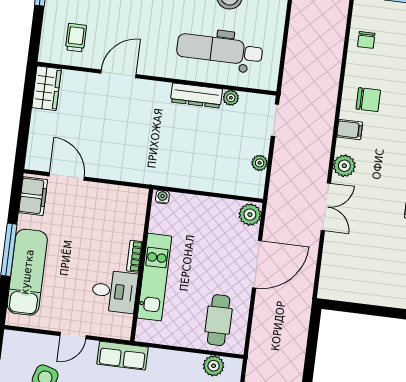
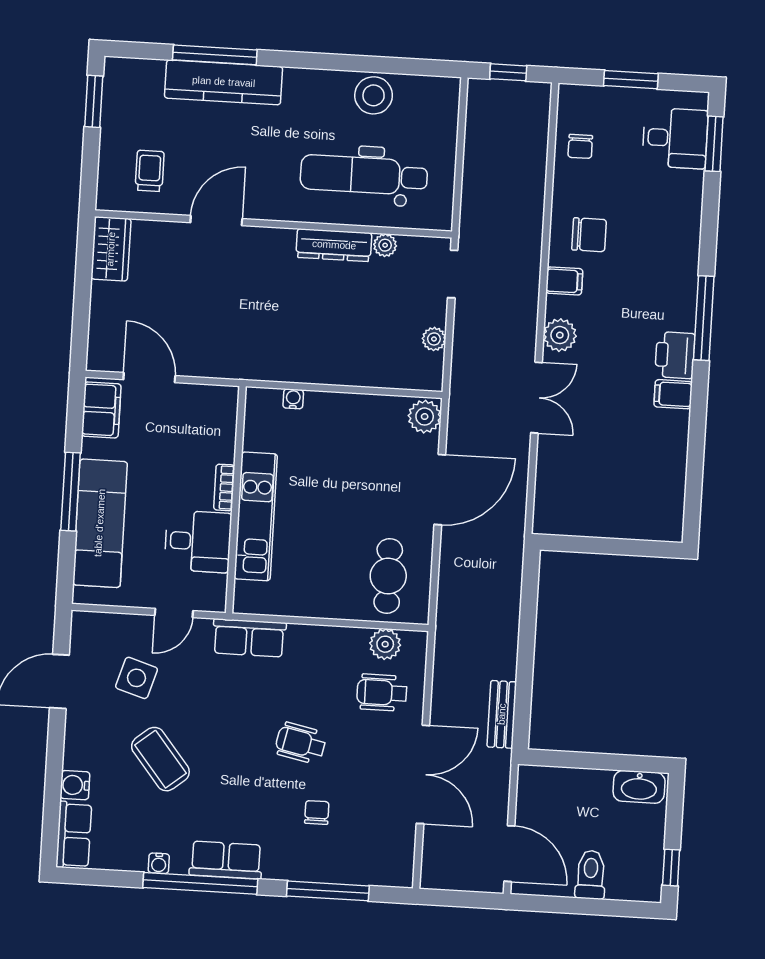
bookcase: (135, 256) -> (224, 487), moved
wall: (142, 265) -> (236, 500), moved
kitchen unit: (154, 277) -> (256, 516), moved
desk: (114, 291) -> (198, 541), moved

